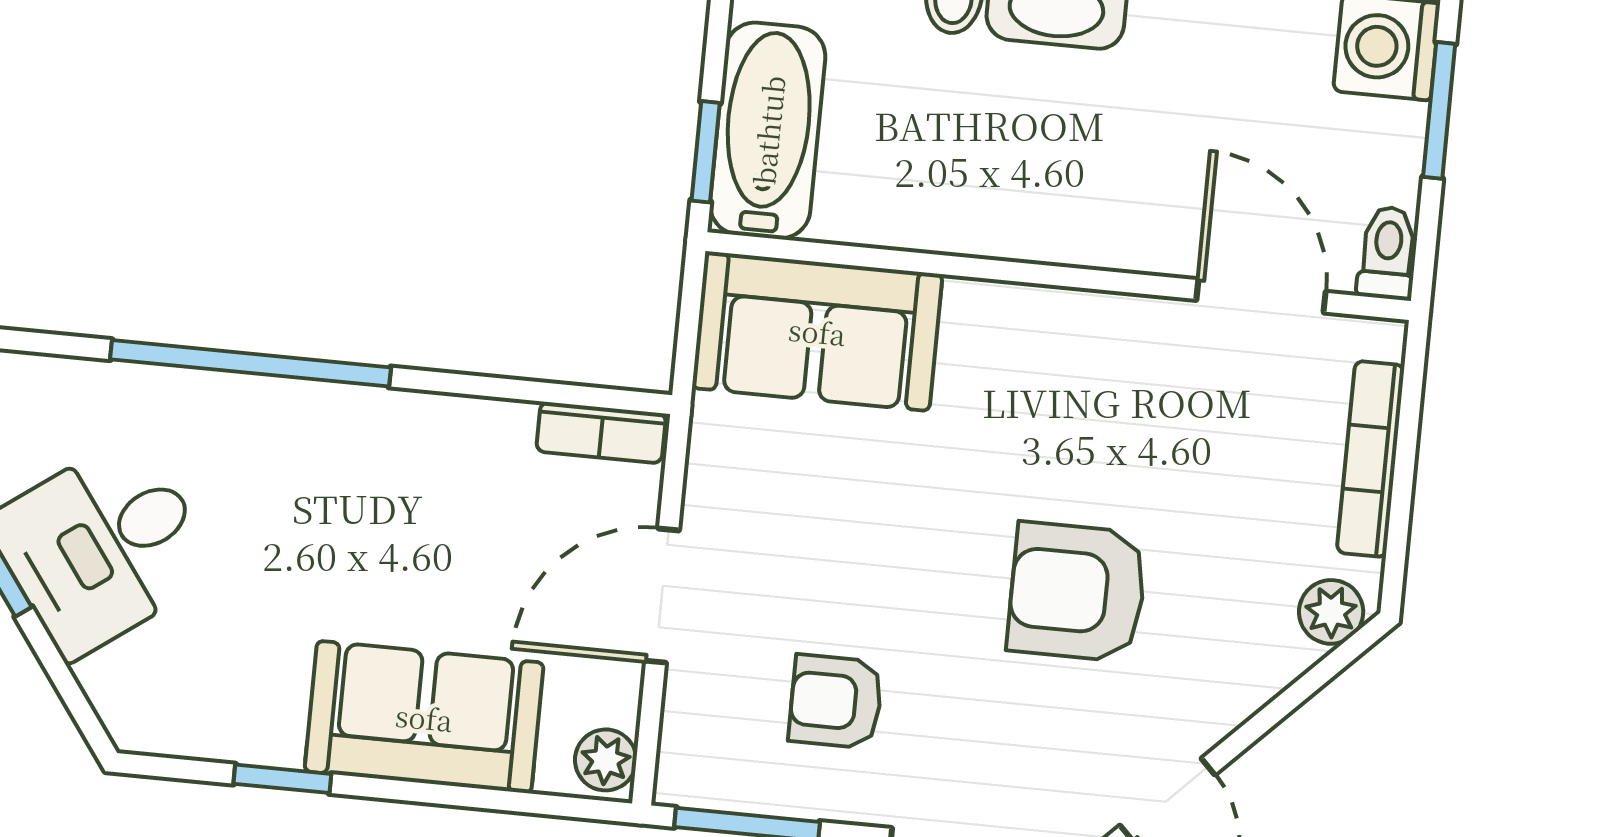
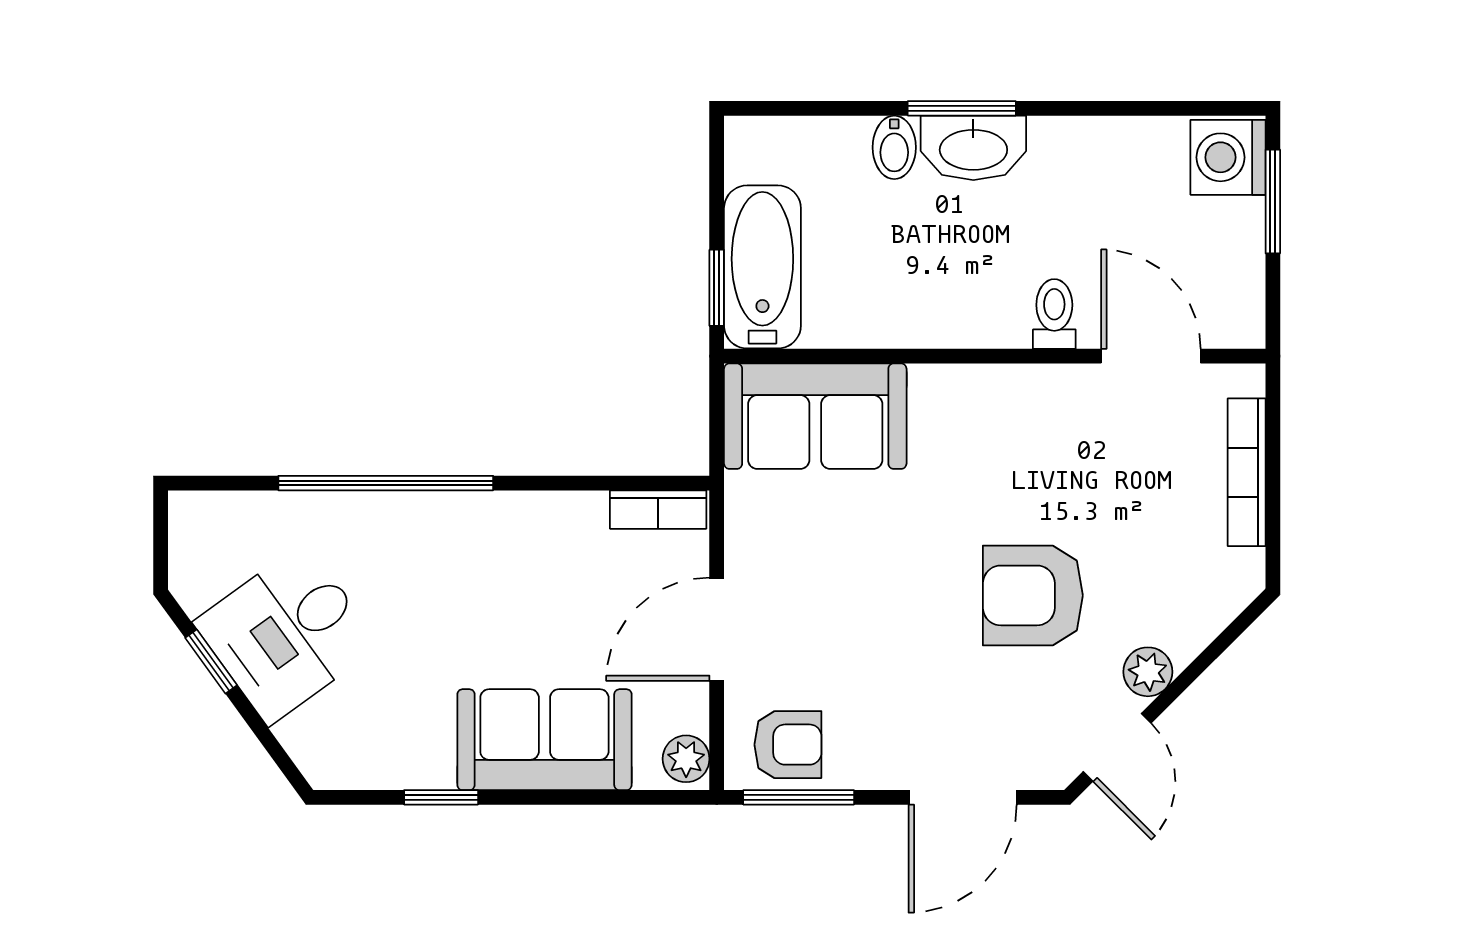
toilet: (1388, 253) -> (1054, 314), moved
plant: (1331, 612) -> (1148, 672), moved
armchair: (836, 702) -> (788, 745), moved, turned 180

